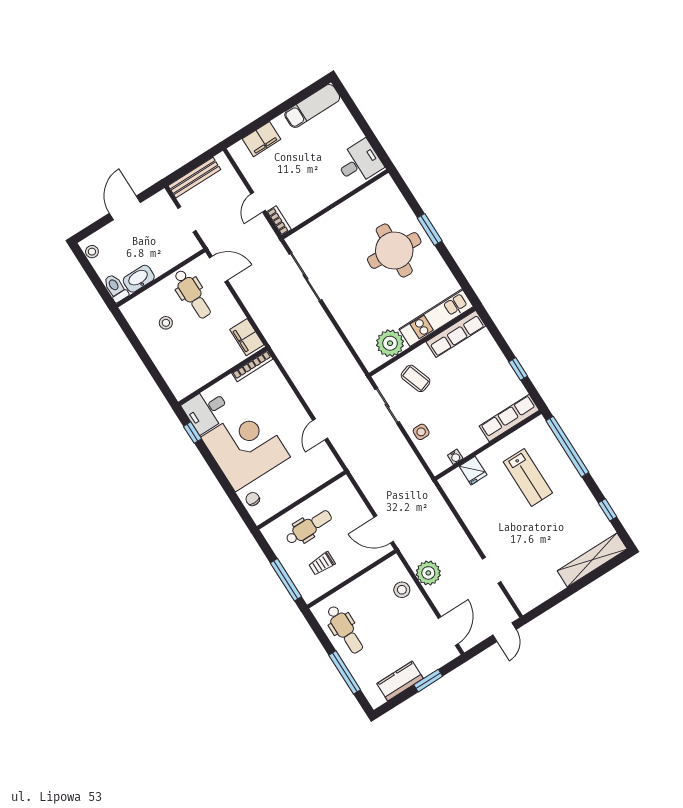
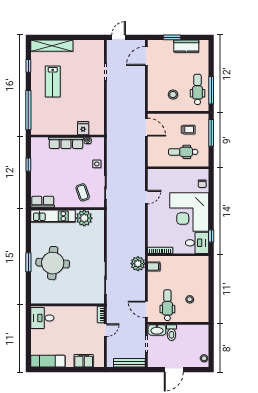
washbasin: (139, 279) -> (157, 330), moved
toilet: (116, 288) -> (171, 333), moved
row of seats: (456, 334) -> (43, 202), width x0.68
filing cabinet: (247, 337) -> (154, 266), width x0.50
row of seats: (509, 418) -> (66, 143), moved
lab bench: (528, 477) -> (53, 81), moved, turned 180
plant: (428, 573) -> (138, 264), moved
stool: (402, 590) -> (173, 94), moved
window: (345, 672) -> (211, 90), moved

